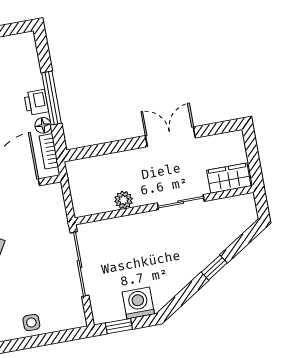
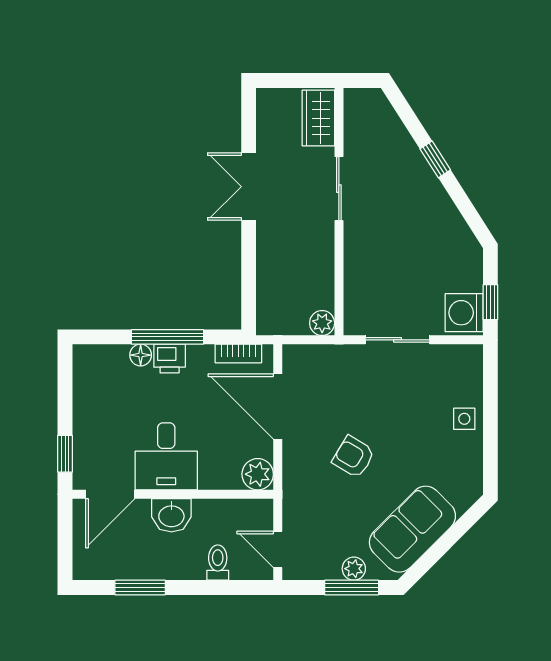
floor lamp: (43, 125) -> (141, 355), moved
plant: (124, 200) -> (322, 323), moved
sliding door: (79, 264) -> (398, 340), width x0.73
washing machine: (138, 303) -> (464, 313), moved

